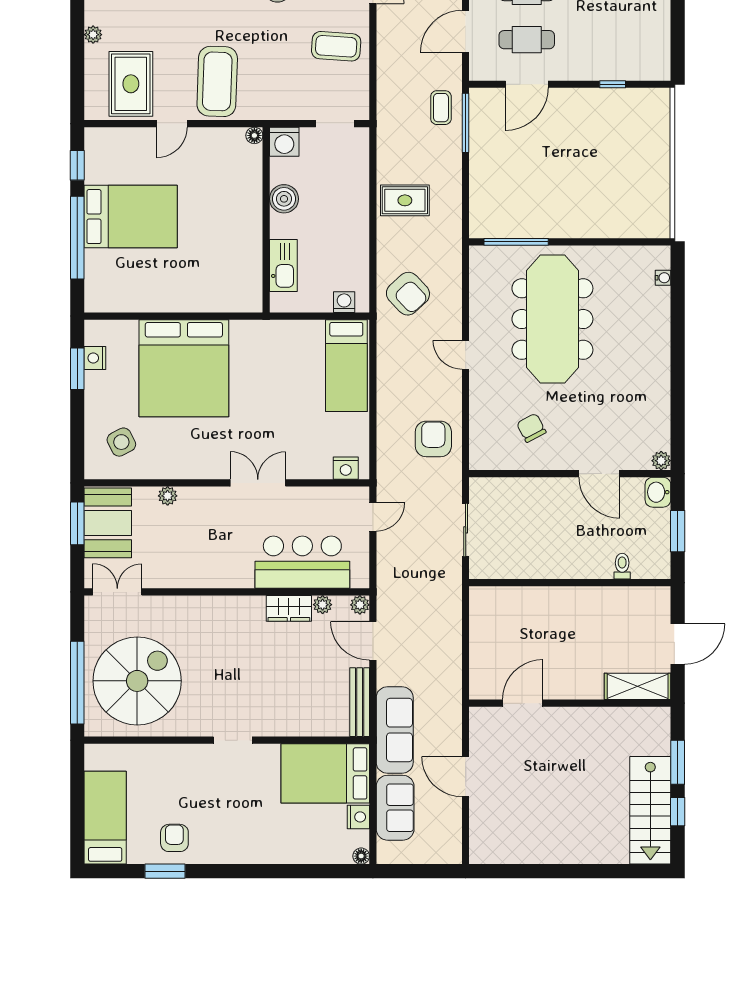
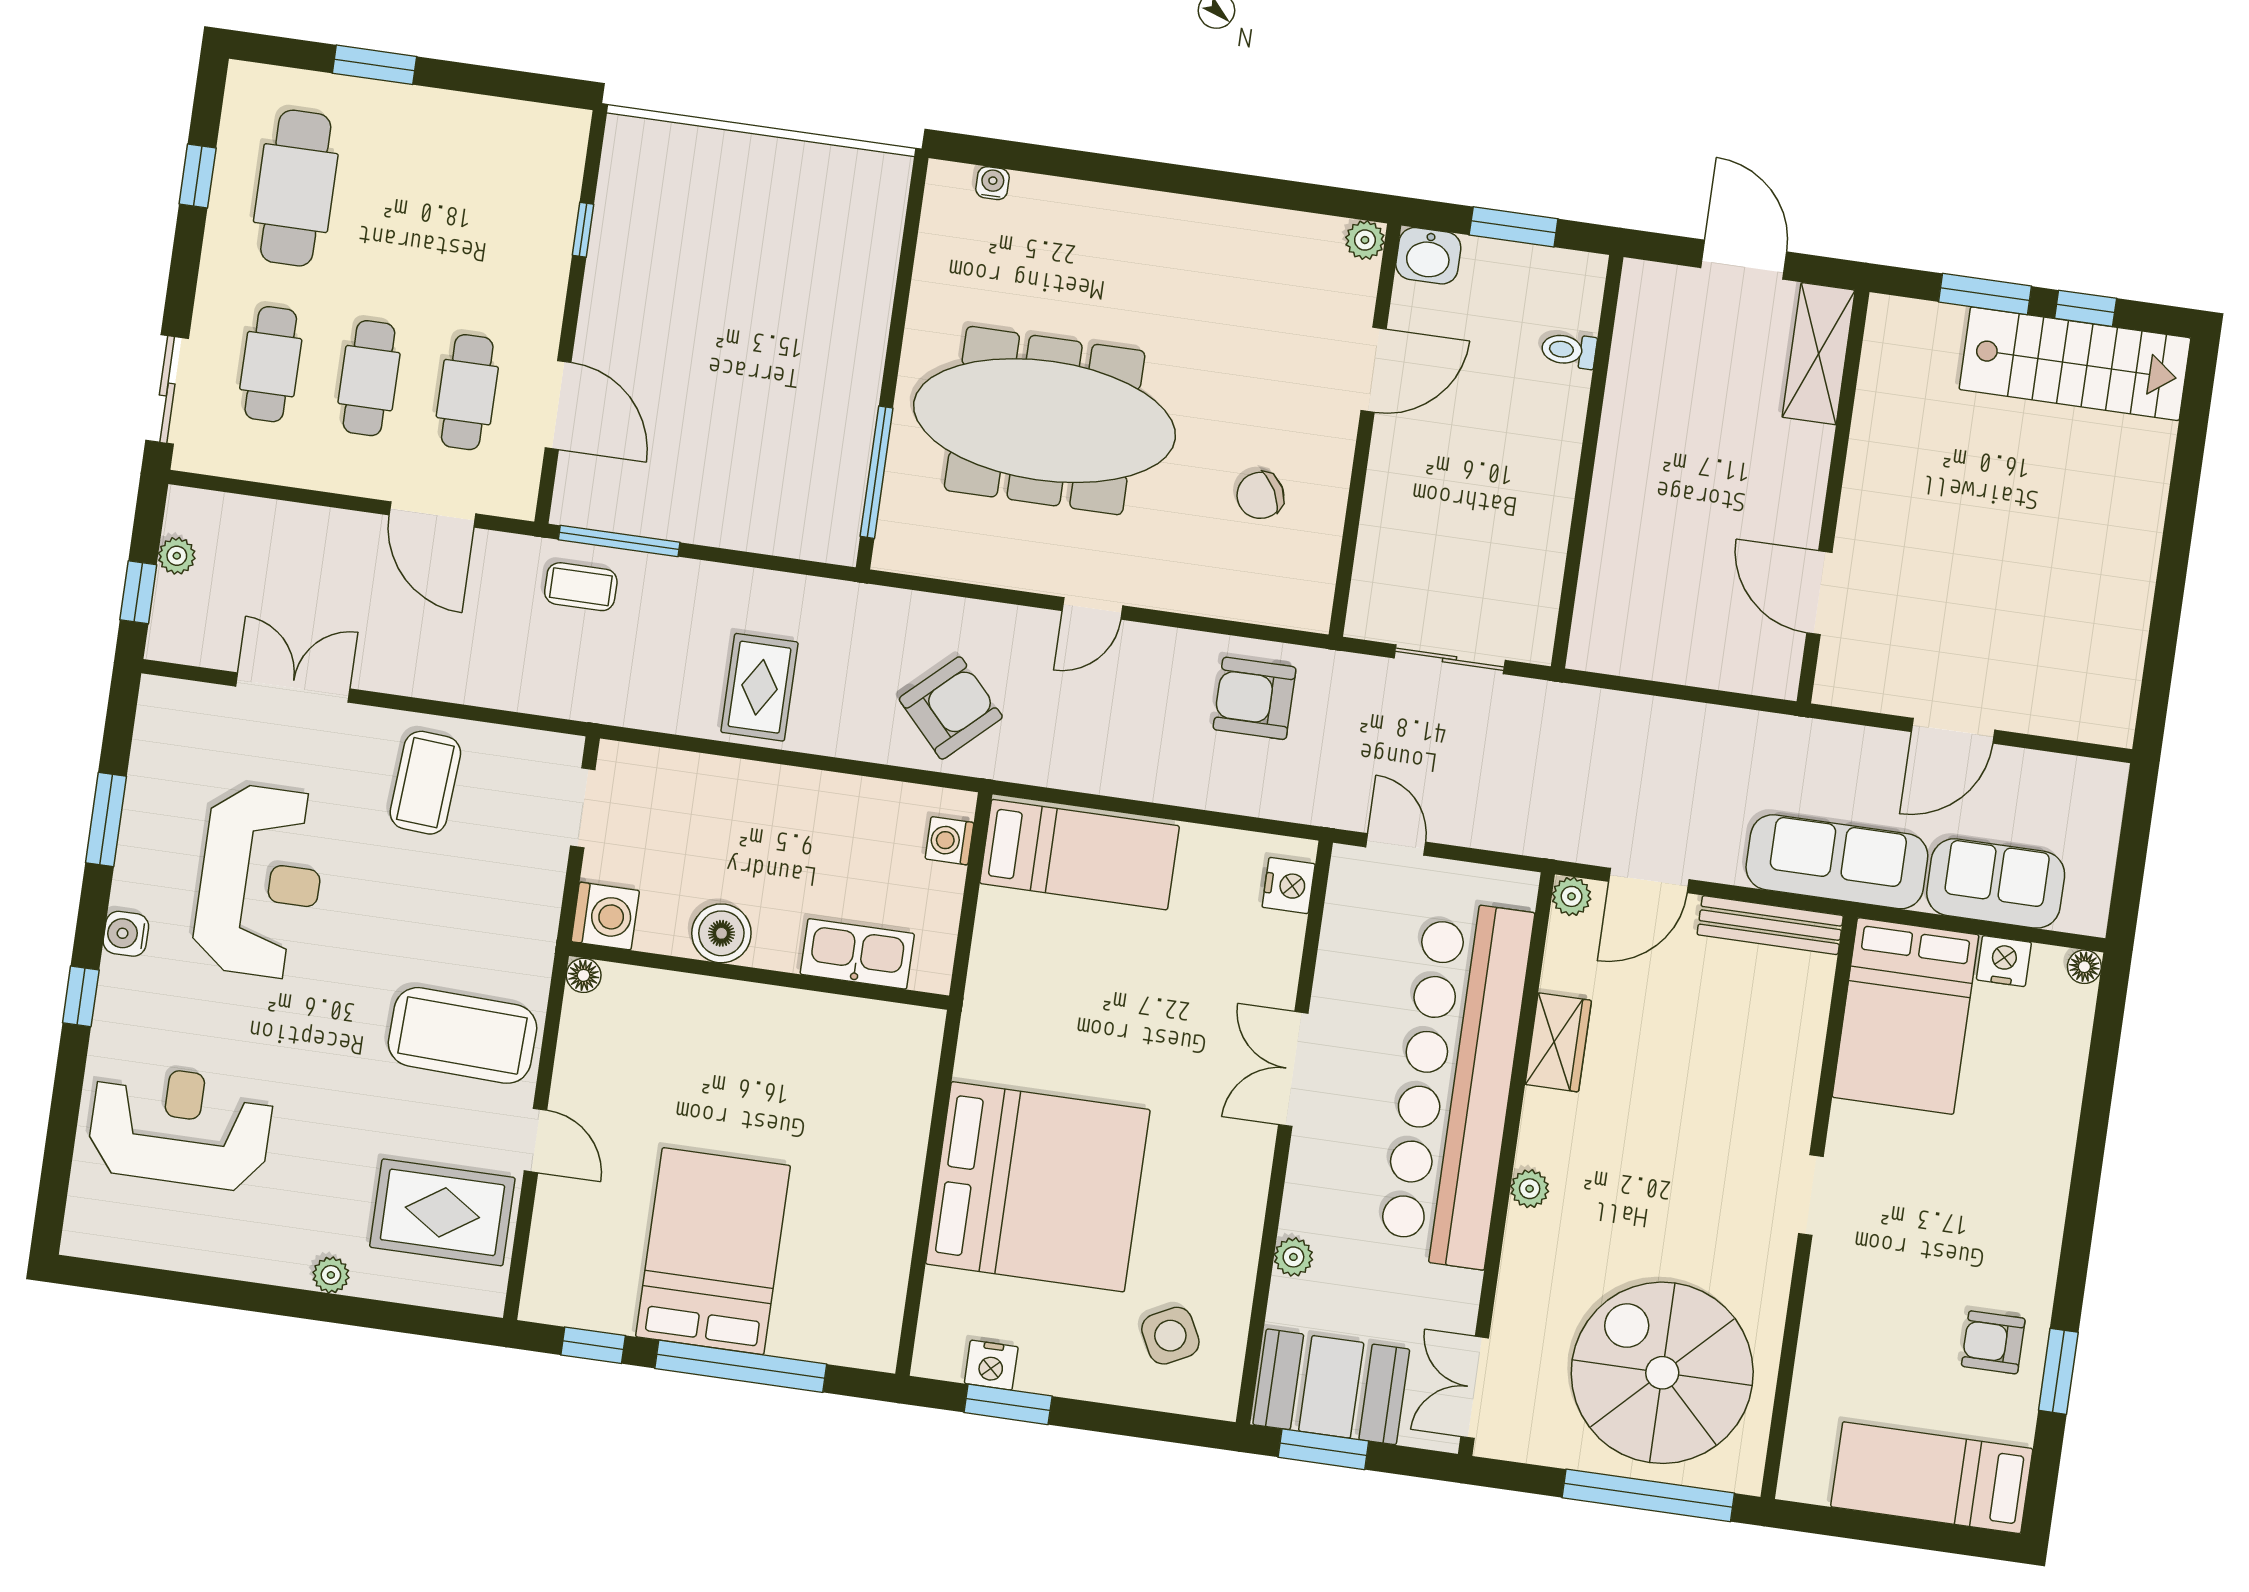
bar counter: (302, 562) -> (1456, 1084), width x1.86
plant: (323, 605) -> (1530, 1189), moved

